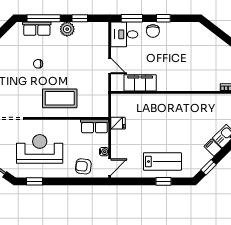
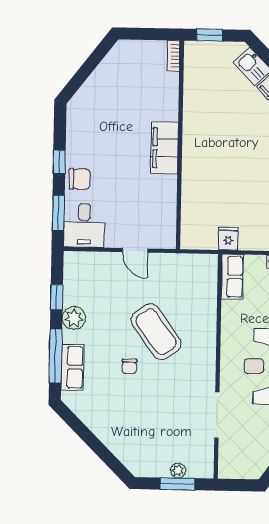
door: (110, 66) -> (135, 250), swing flipped
filing cabinet: (140, 83) -> (164, 148), moved
coffee table: (60, 98) -> (156, 332), moved, turned -36

